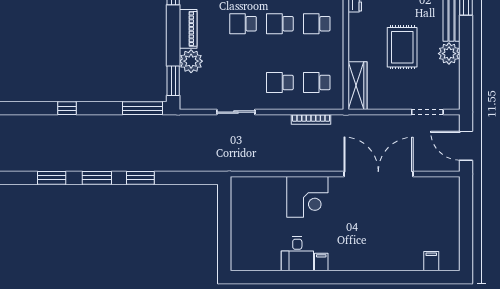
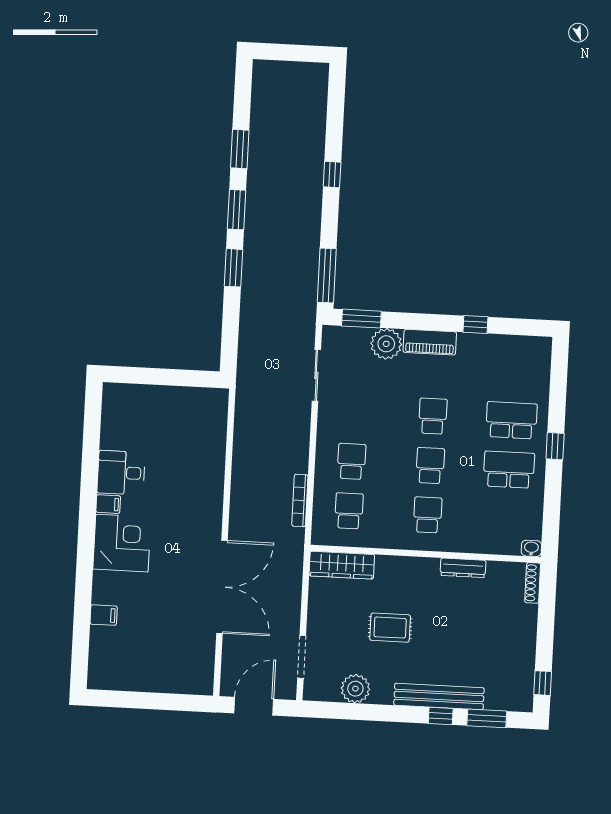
rug: (402, 47) -> (390, 628), width x0.73, depth x0.70
plant: (449, 54) -> (355, 689), moved
sliding door: (236, 112) -> (316, 375), moved
corner desk: (307, 197) -> (122, 543), moved, turned 180
filing cabinet: (431, 261) -> (104, 615), moved

